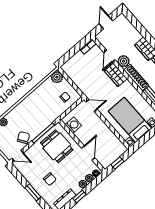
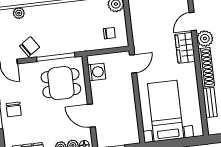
door: (92, 105) -> (133, 64), hinge flipped
dining table: (57, 146) -> (61, 83), turned 90
door: (88, 153) -> (91, 116), swing flipped
chair: (50, 179) -> (14, 109), moved

